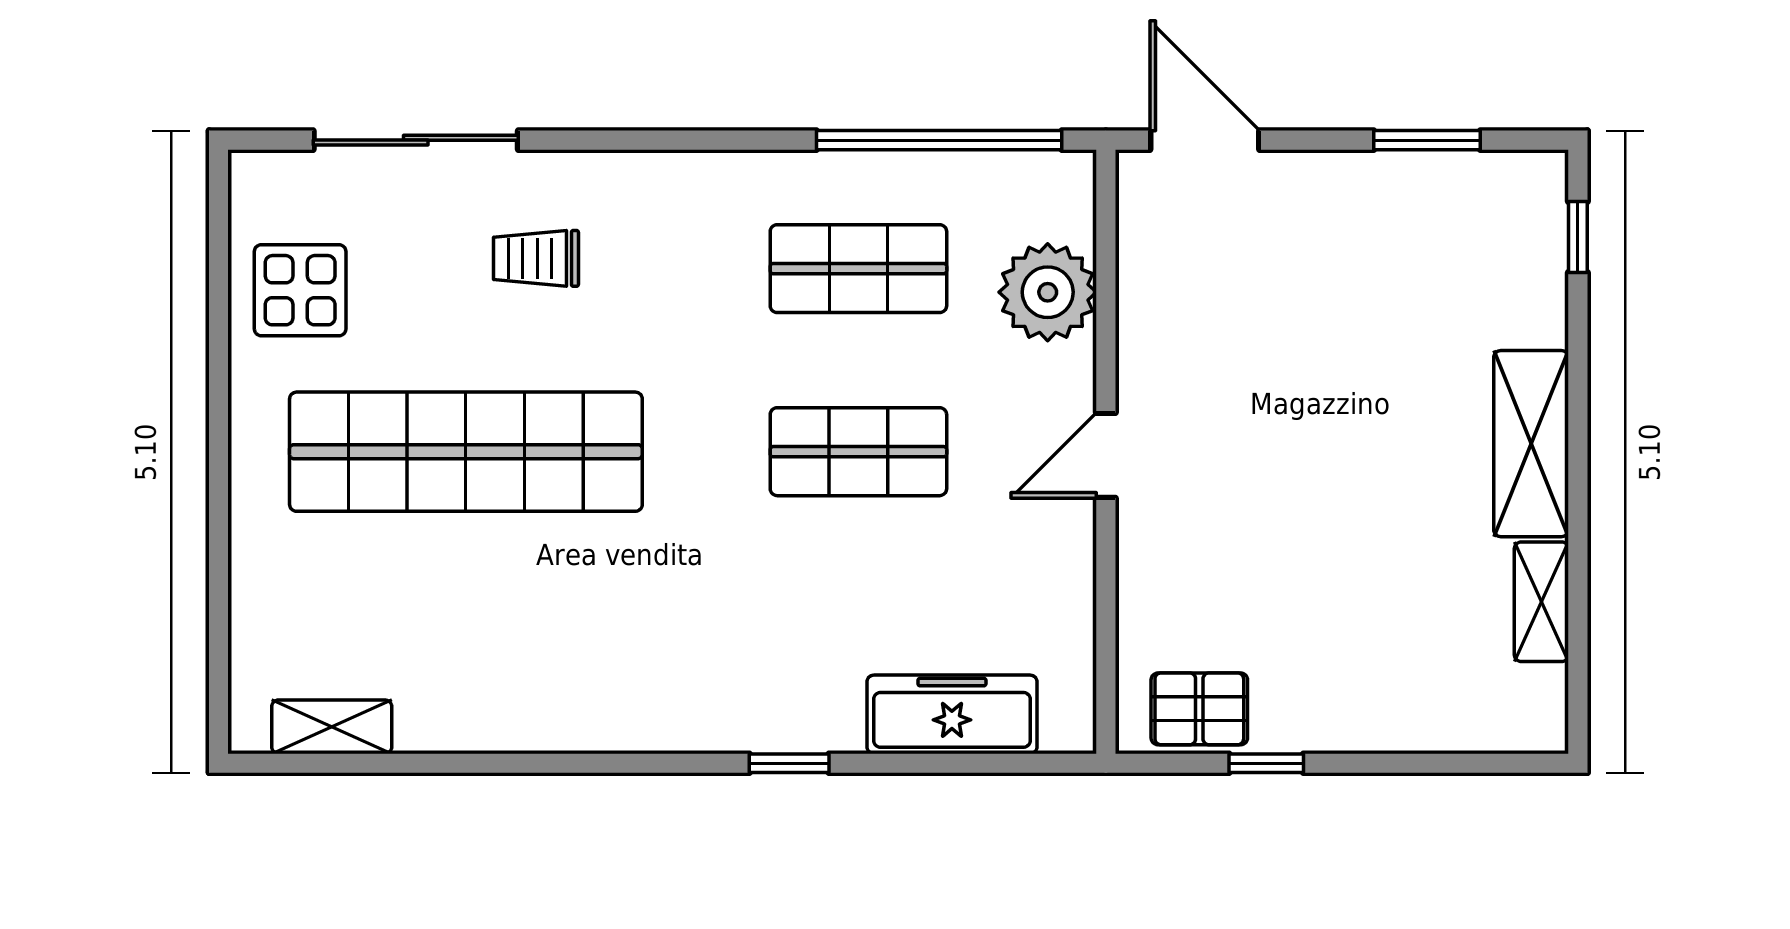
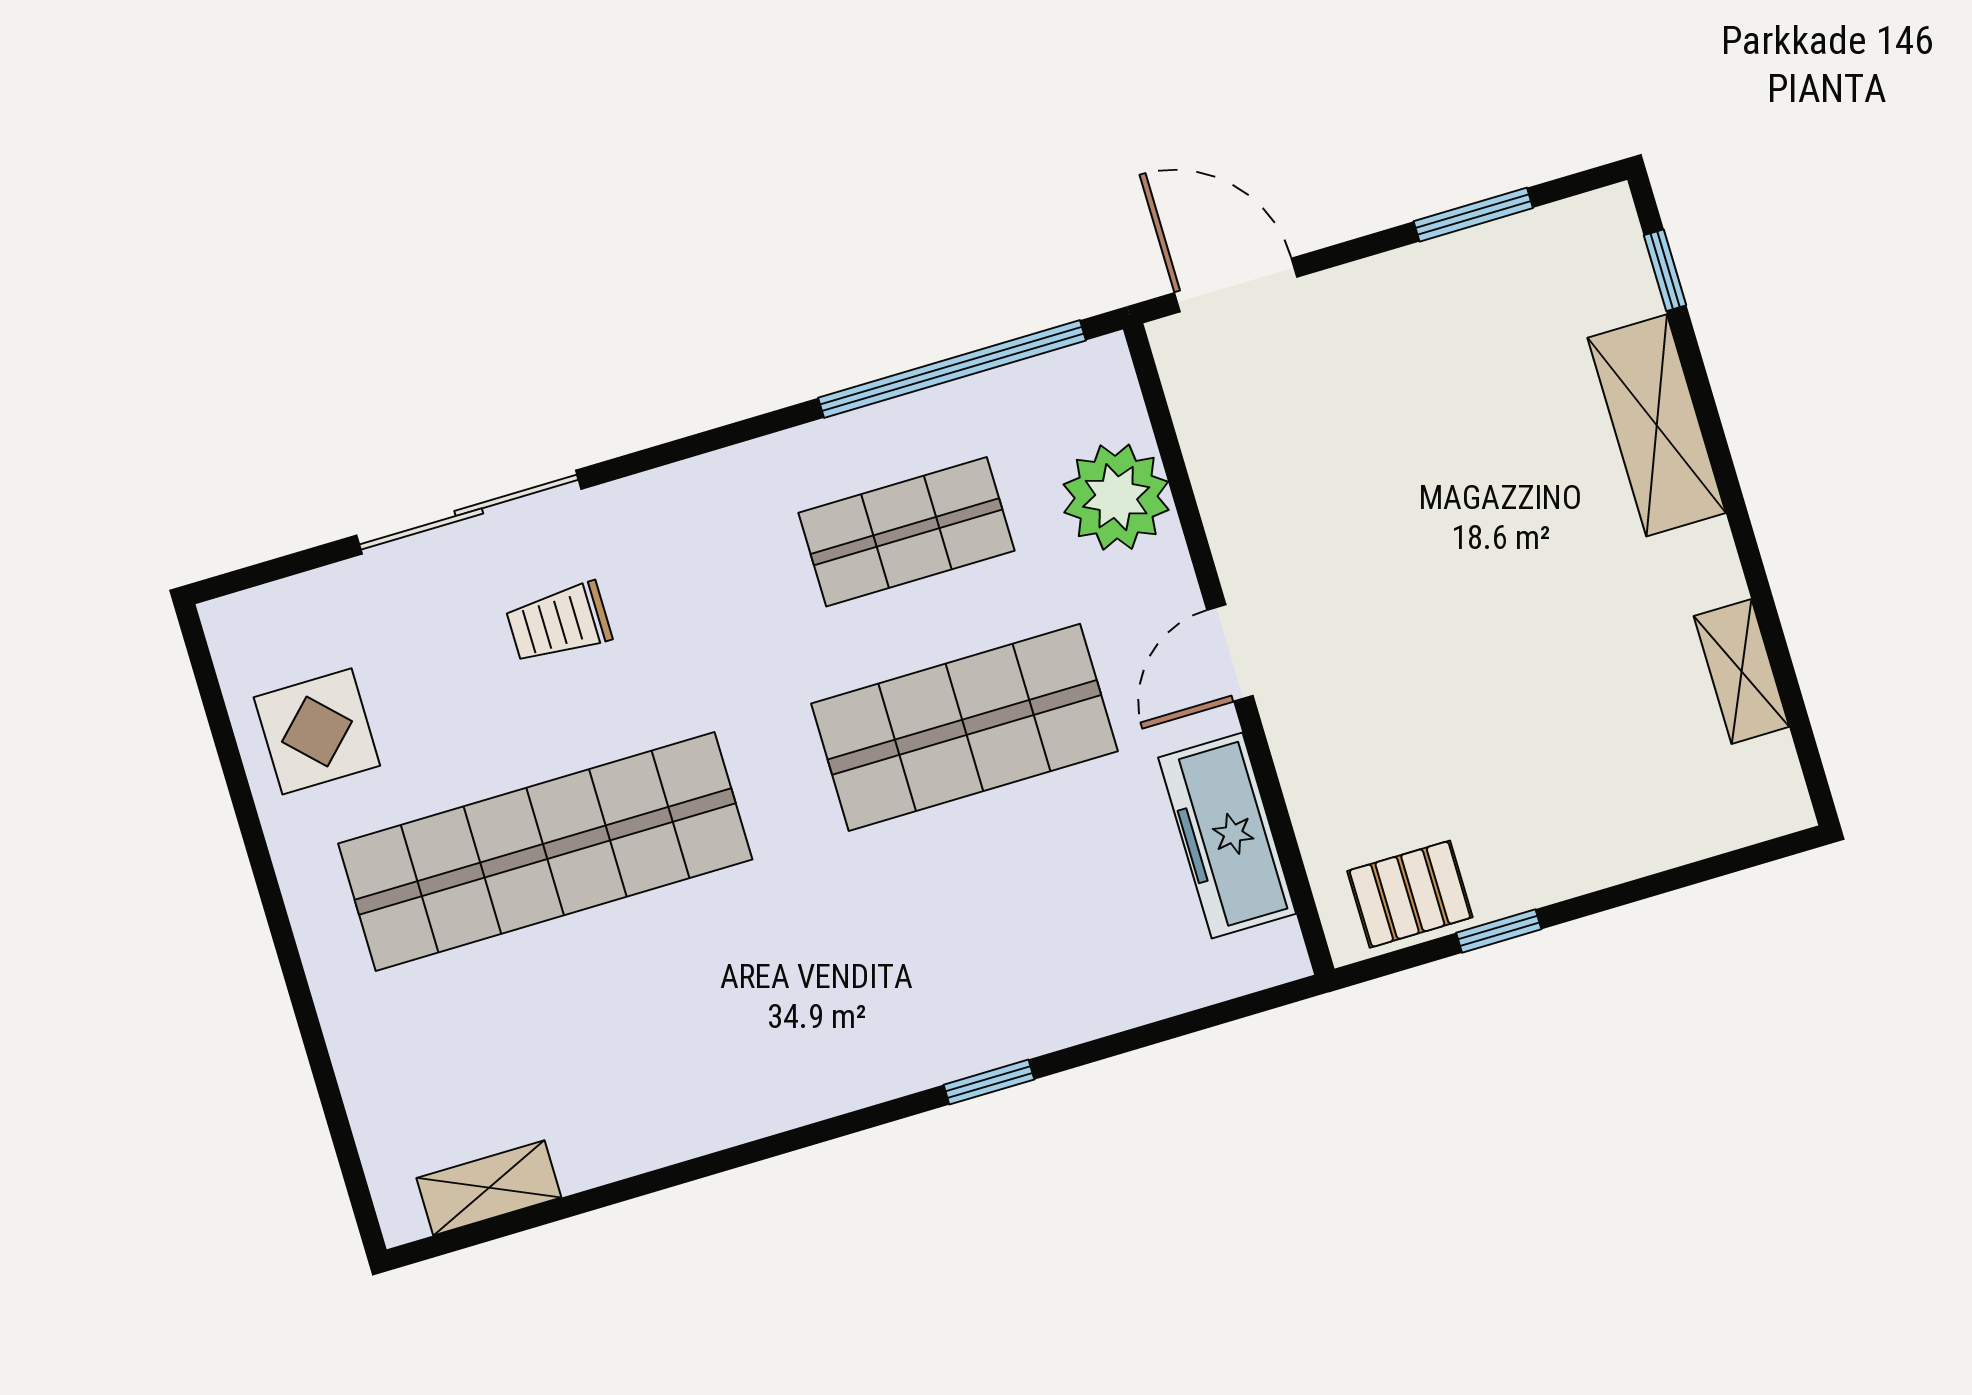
sliding door: (416, 140) -> (469, 512), moved
shelving: (1531, 444) -> (1657, 425), moved
shop shelf: (858, 452) -> (964, 727), width x1.43, depth x1.36
freezer: (952, 714) -> (1227, 836), moved, turned -90

